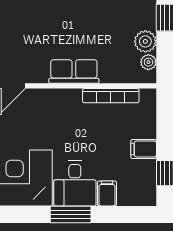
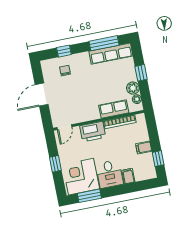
row of seats: (74, 71) -> (114, 109), moved
printer: (60, 103) -> (93, 132), added
window: (71, 214) -> (89, 196), moved

